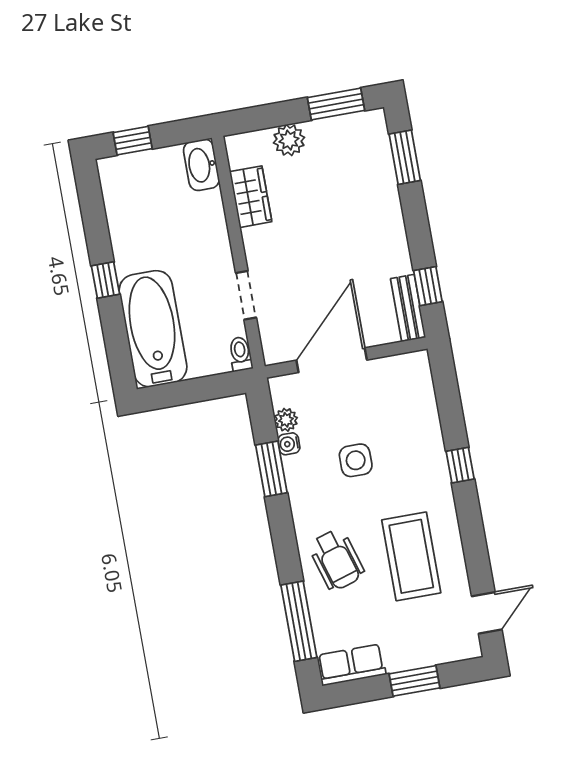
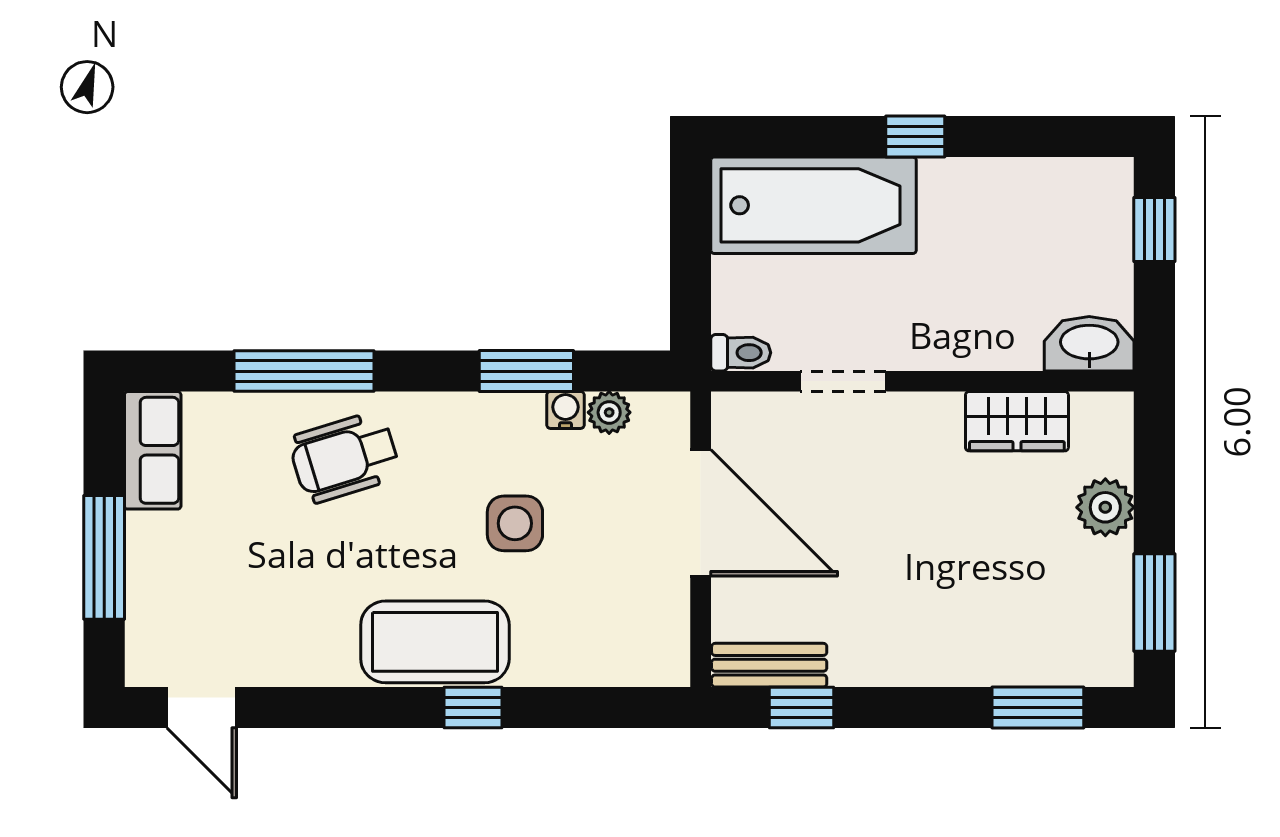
coffee table: (411, 556) -> (435, 642), moved
window: (299, 621) -> (304, 371), moved
window: (415, 681) -> (104, 557), width x1.44

